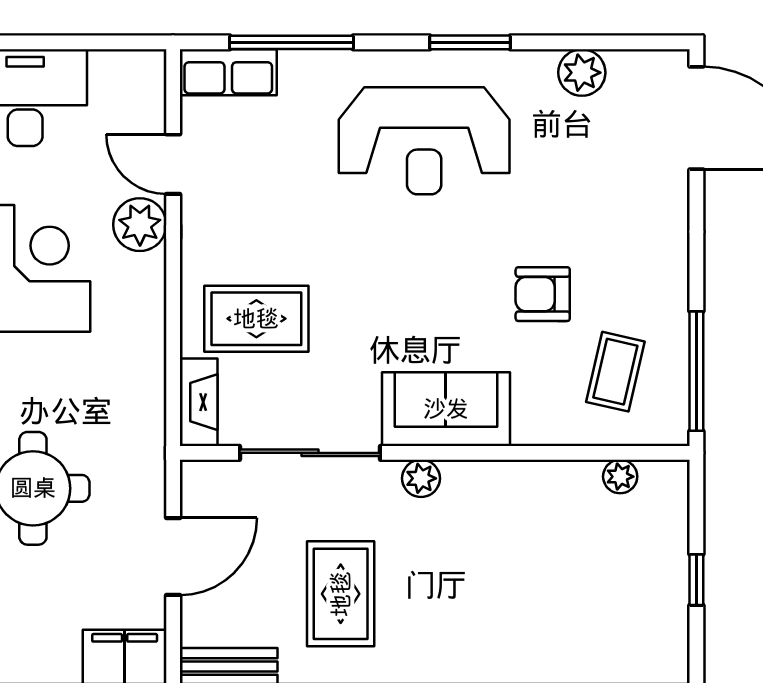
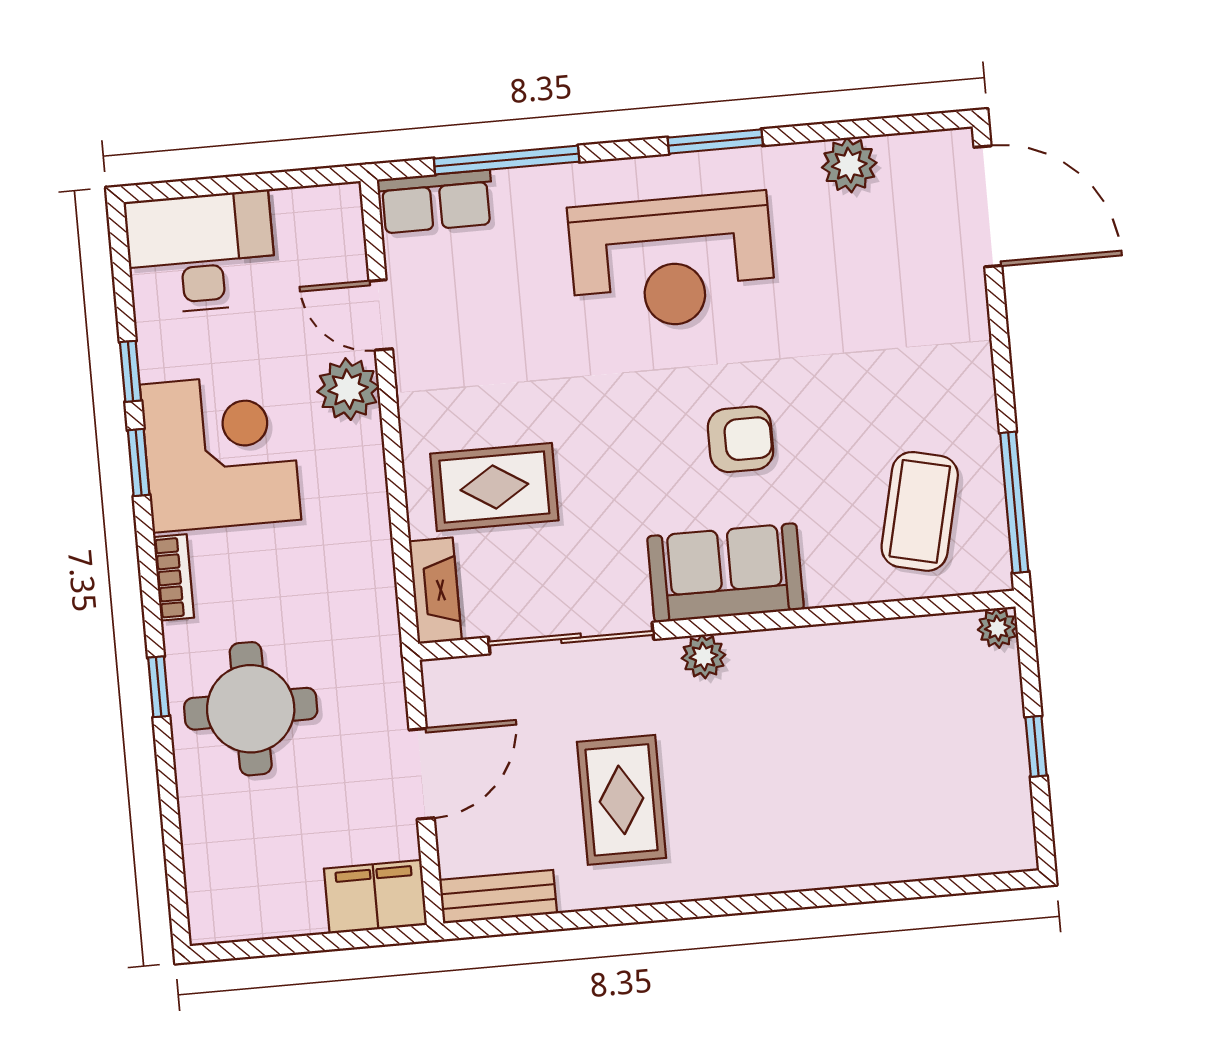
armchair: (543, 294) -> (741, 439), moved, turned 180
coffee table: (615, 372) -> (920, 511), width x1.36, depth x1.30
plant: (620, 477) -> (998, 628), moved

